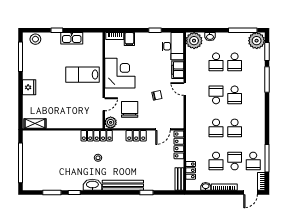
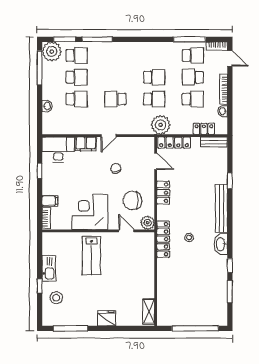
stool: (35, 39) -> (56, 298), moved
plant: (194, 41) -> (161, 125), moved
school desk: (235, 95) -> (77, 55), moved

